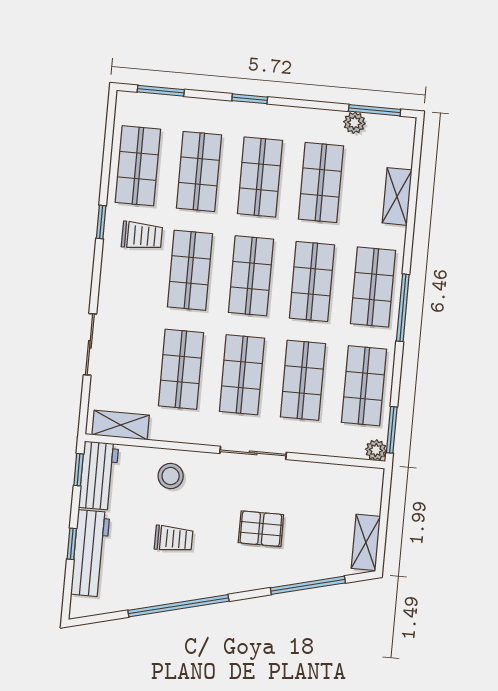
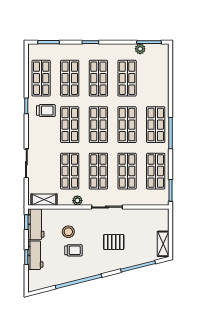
shelving: (397, 196) -> (163, 81), removed
plant: (376, 450) -> (77, 201), moved
stool: (171, 476) -> (68, 232), moved
workbench: (90, 553) -> (35, 255), width x0.73

